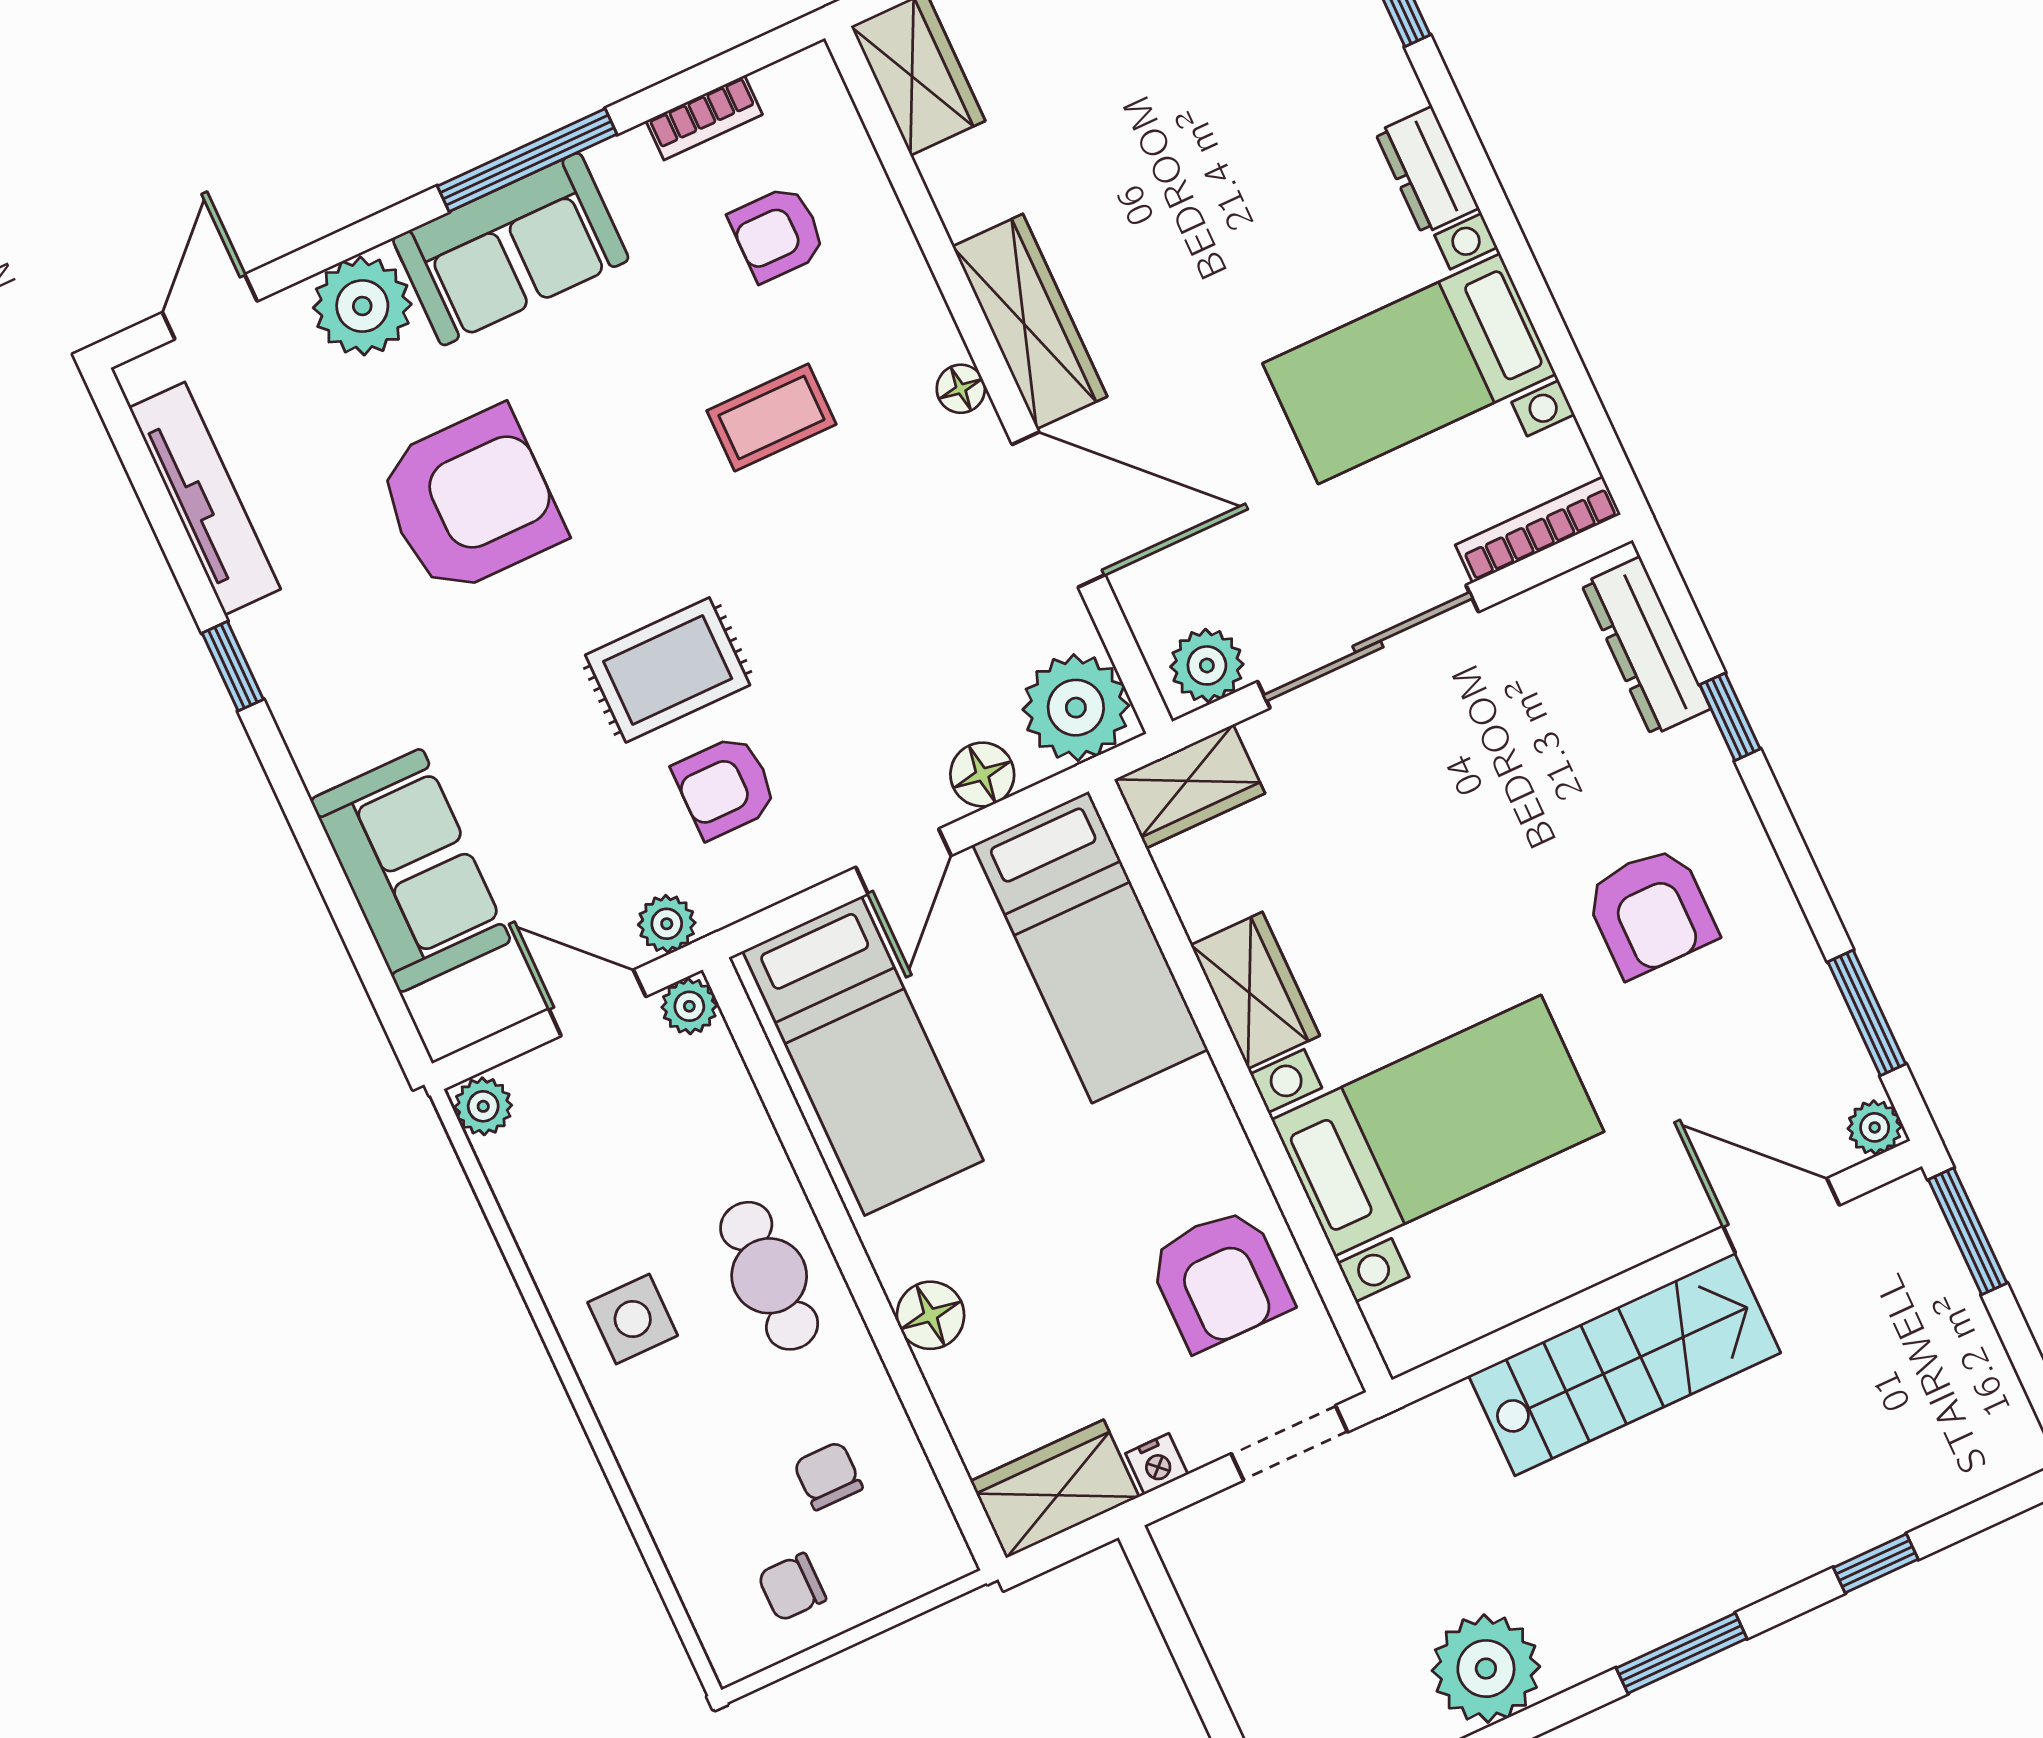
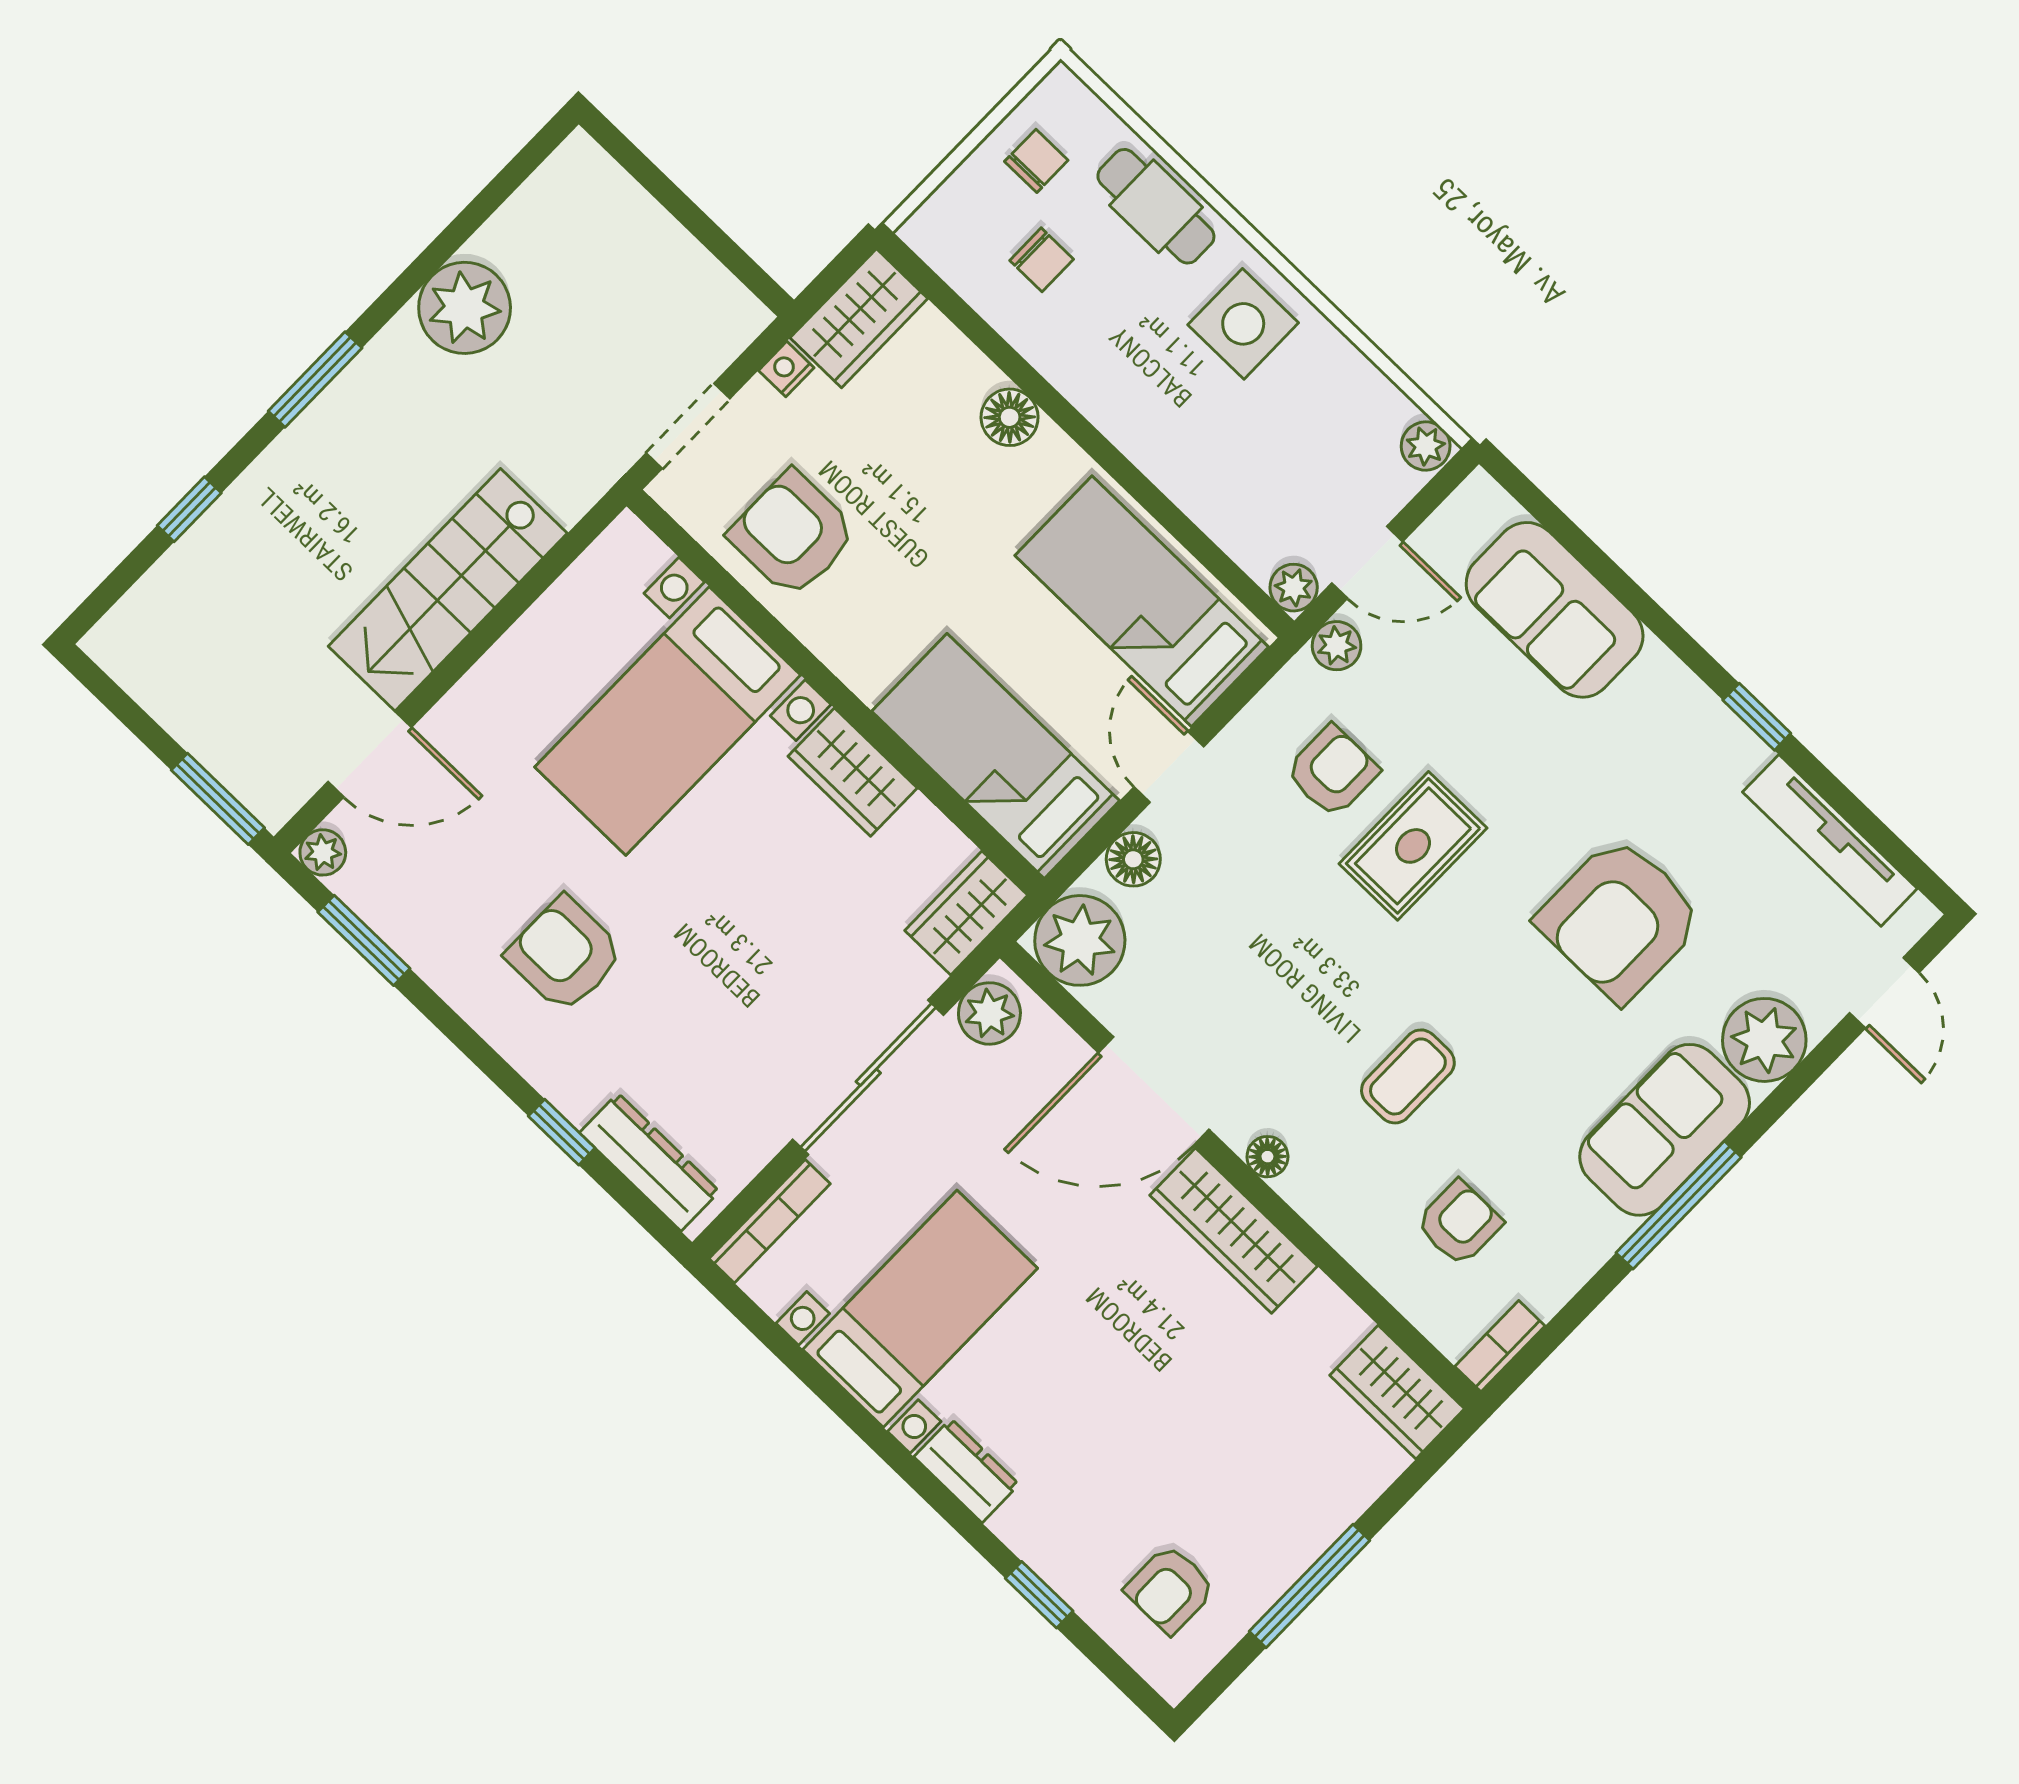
bookcase: (704, 118) -> (1500, 1346), moved
cafe table: (769, 1276) -> (1156, 206), moved
side table: (633, 1319) -> (1243, 324), width x1.37, depth x1.37

